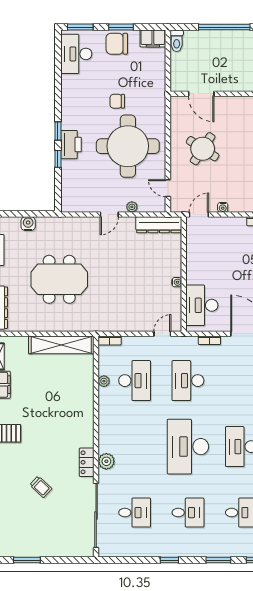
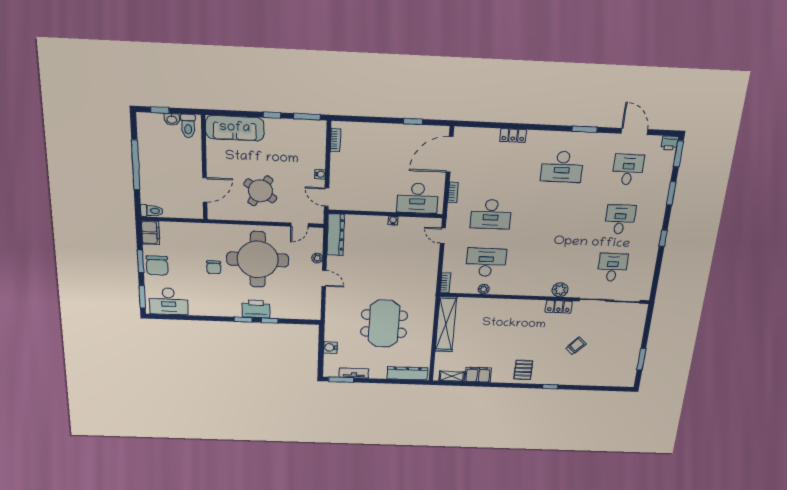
desk: (188, 447) -> (556, 217), removed

